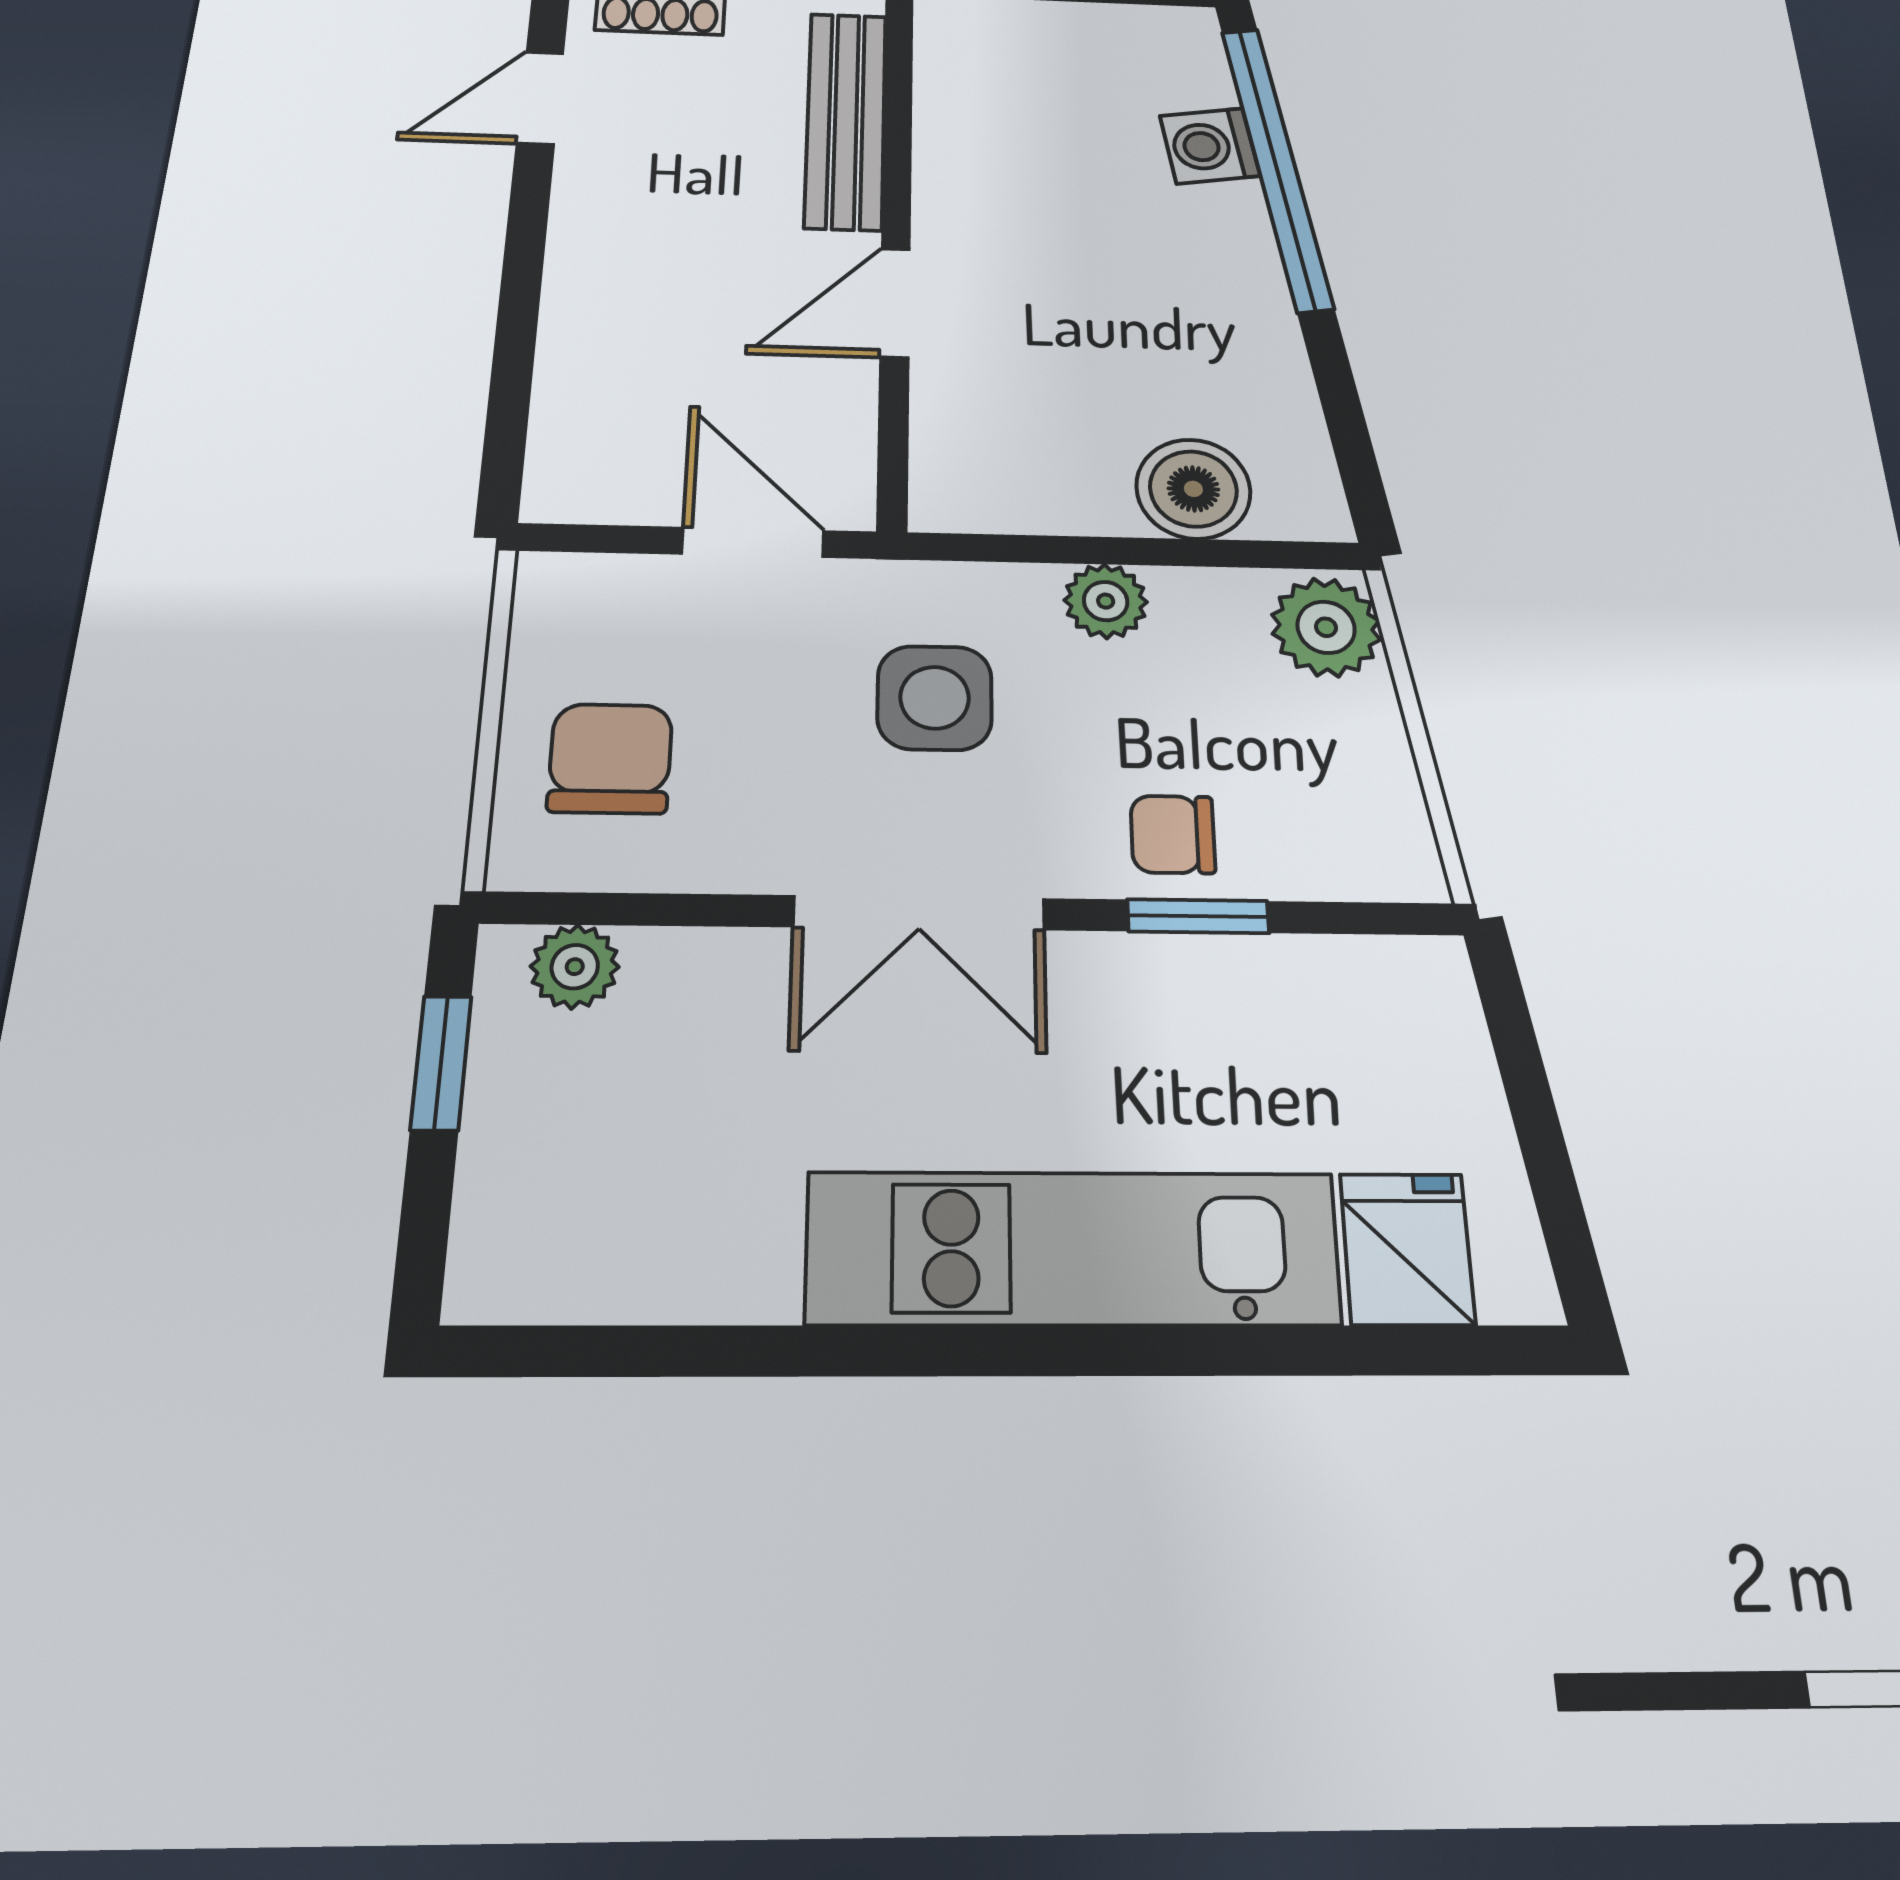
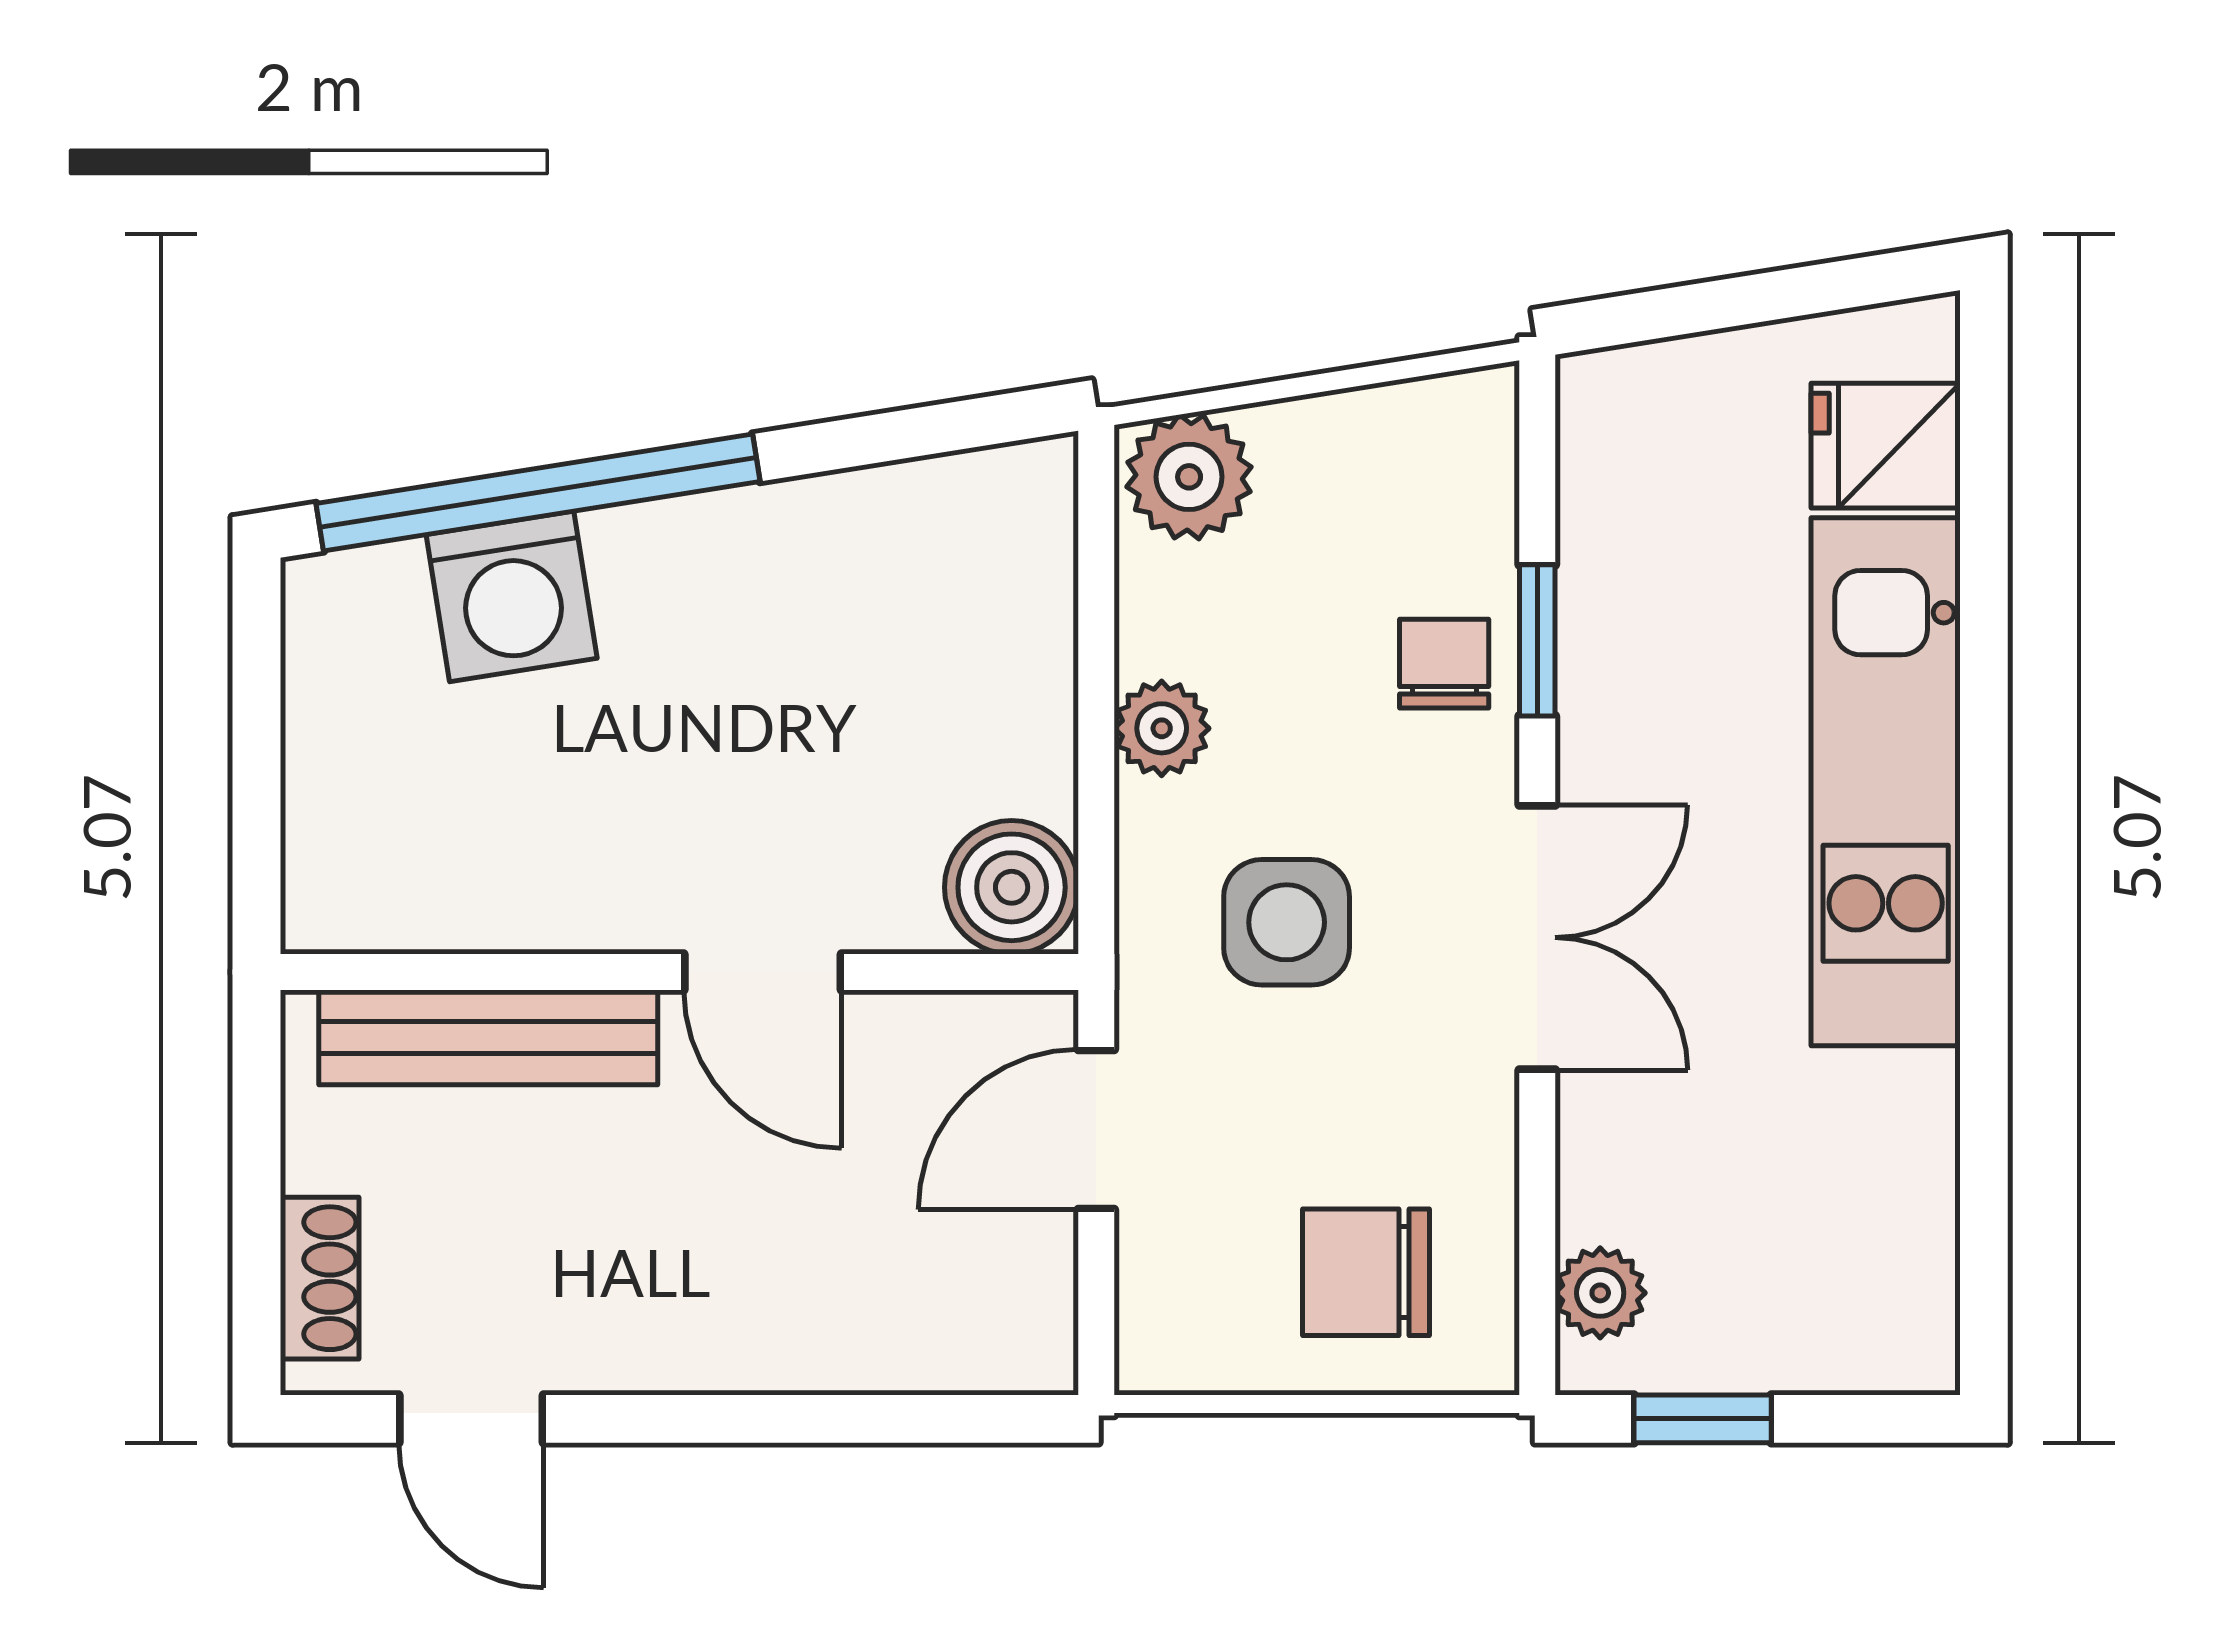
washing machine: (1210, 146) -> (512, 596), width x1.38, depth x1.38
boiler: (1193, 489) -> (1012, 887), moved
chair: (1173, 834) -> (1444, 664), turned 180

